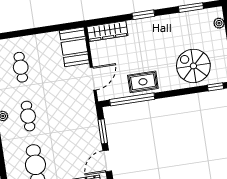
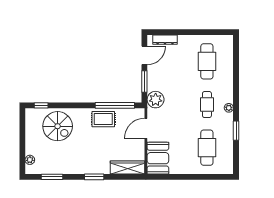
cafe table: (21, 67) -> (207, 148), width x1.37, depth x1.35
plant: (87, 113) -> (156, 100), added

